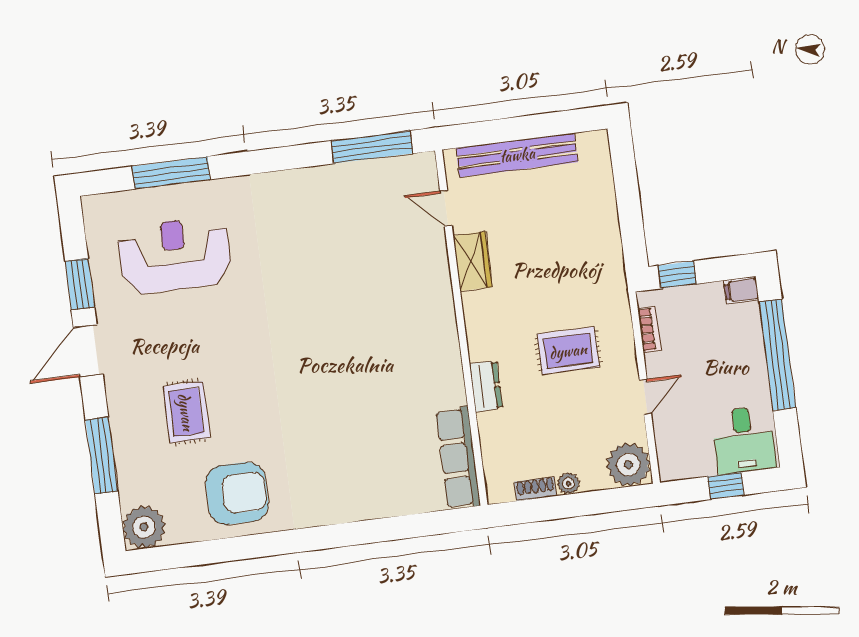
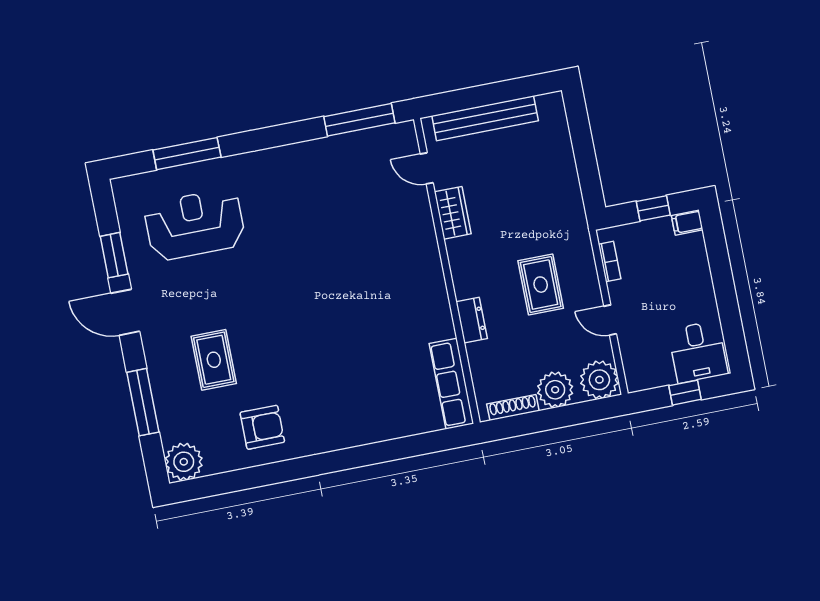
window: (677, 275) -> (653, 208), moved
door: (88, 351) -> (125, 312), hinge flipped
rug: (568, 351) -> (541, 285), turned 90
window: (777, 355) -> (722, 276), removed
door: (645, 397) -> (610, 320), swing flipped
plant: (568, 483) -> (555, 390), width x1.87, depth x1.87
shoe rack: (535, 489) -> (513, 408), width x1.43
armchair: (237, 493) -> (262, 427), width x0.73, depth x0.73

